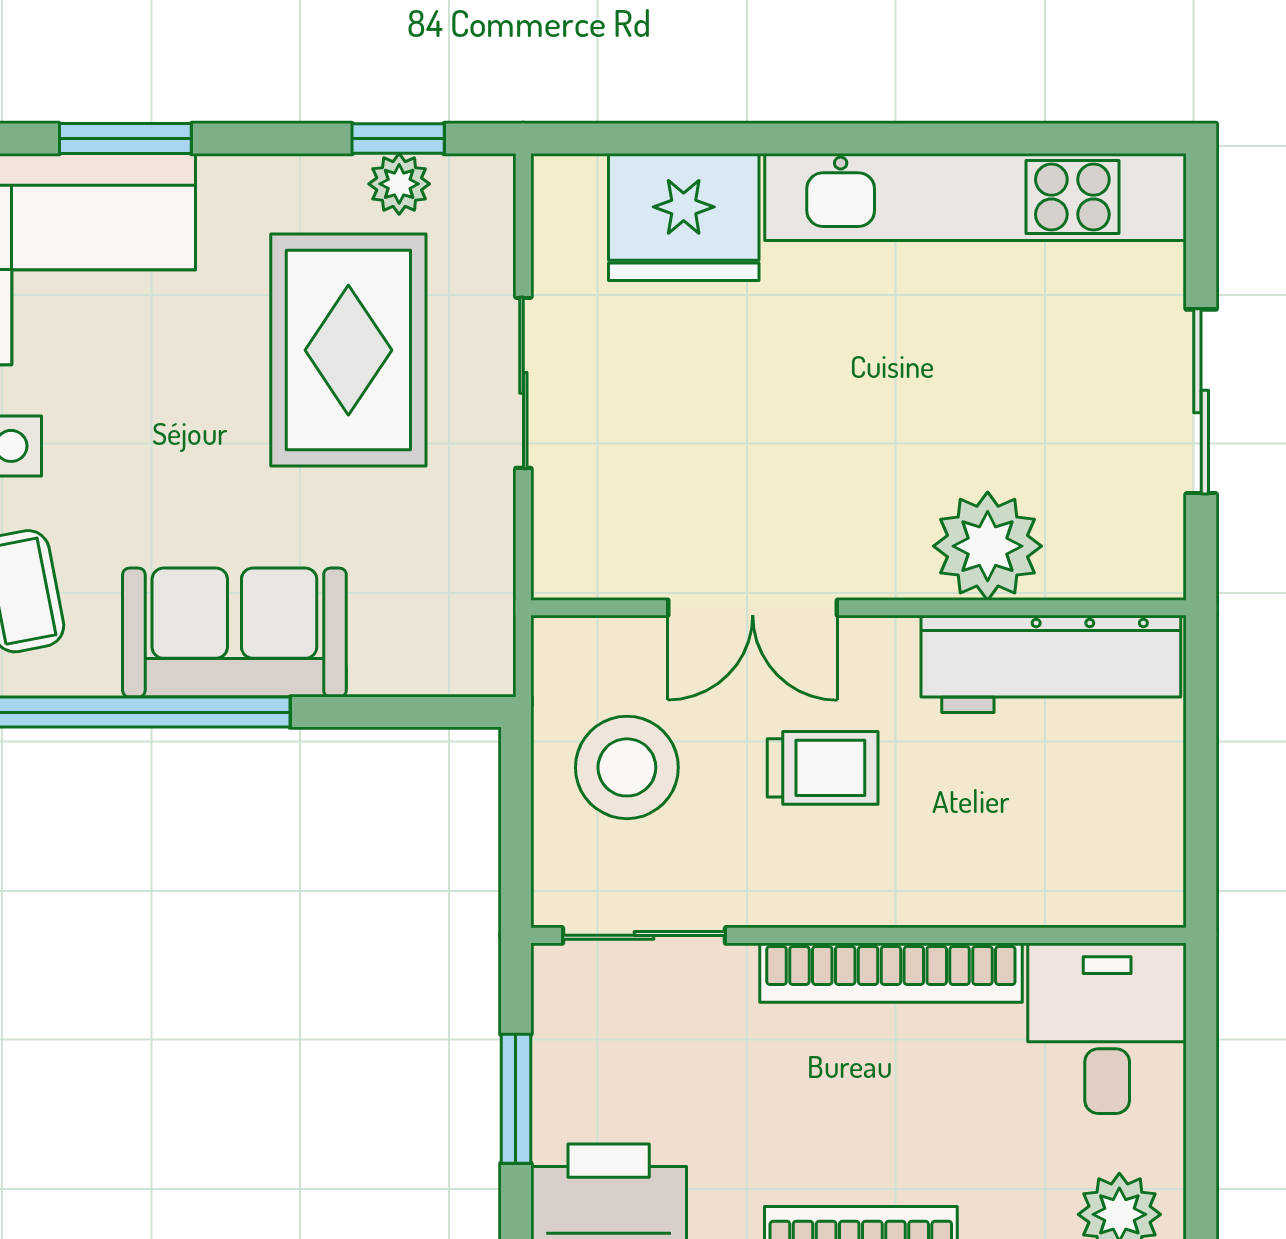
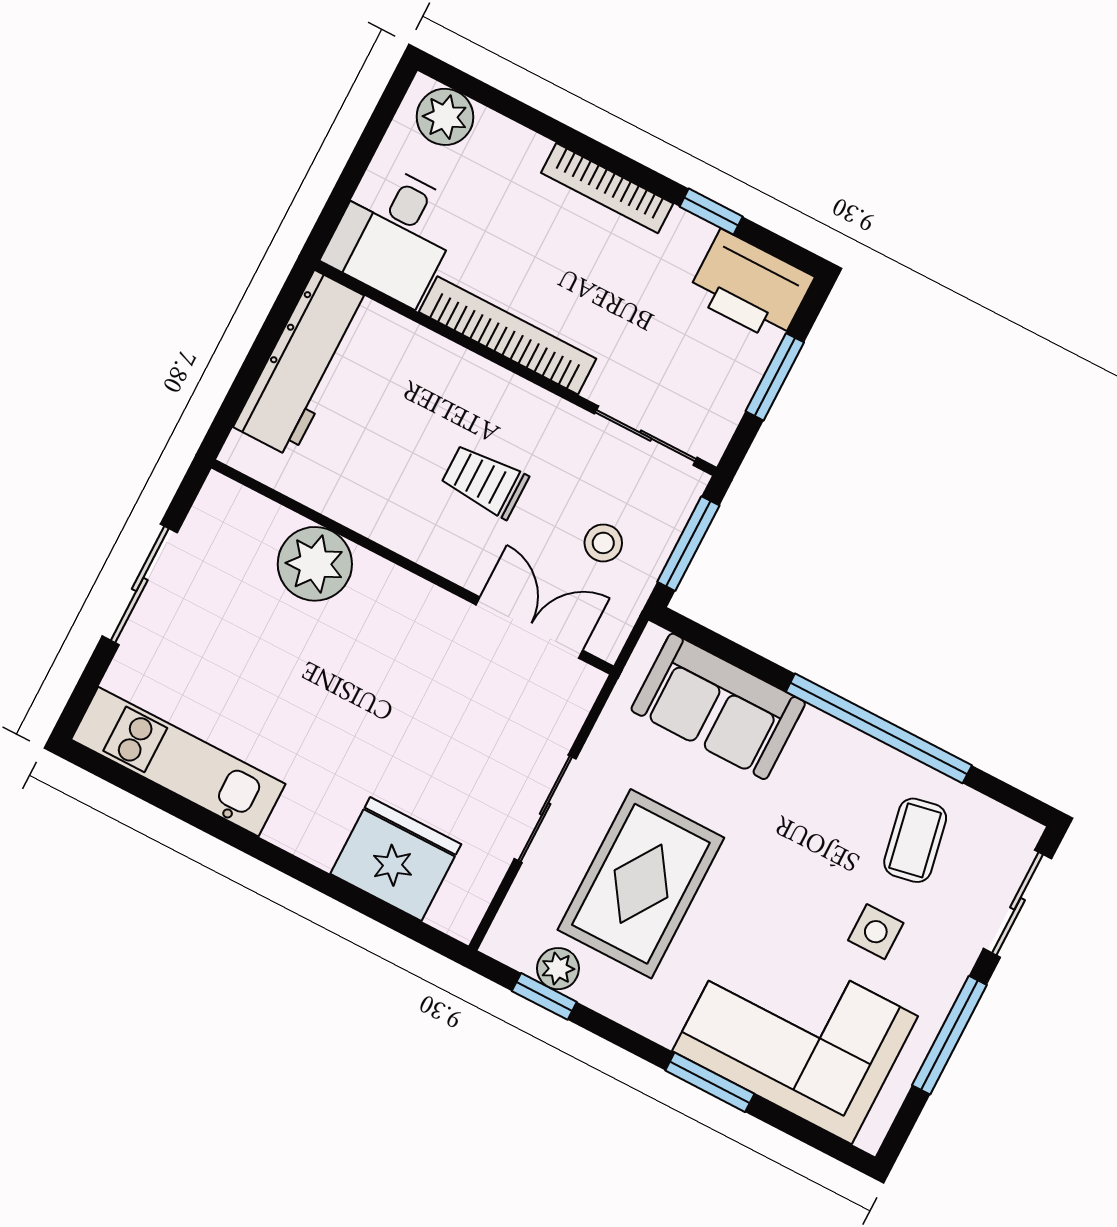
kitchen unit: (975, 197) -> (178, 762), width x0.73
double door: (753, 608) -> (529, 628), moved
sofa: (234, 633) -> (718, 706), moved
workbench: (1051, 664) -> (303, 364), moved, turned 90
stool: (627, 767) -> (603, 543), width x0.53, depth x0.53
window: (516, 824) -> (688, 544), added

